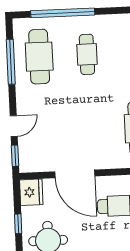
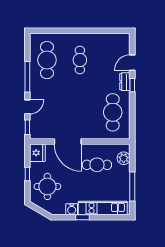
window: (63, 13) -> (65, 31), removed
window: (11, 62) -> (27, 77), moved

